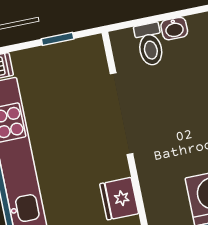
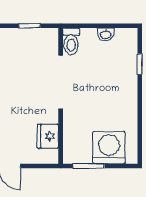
toilet: (150, 44) -> (71, 41), moved

